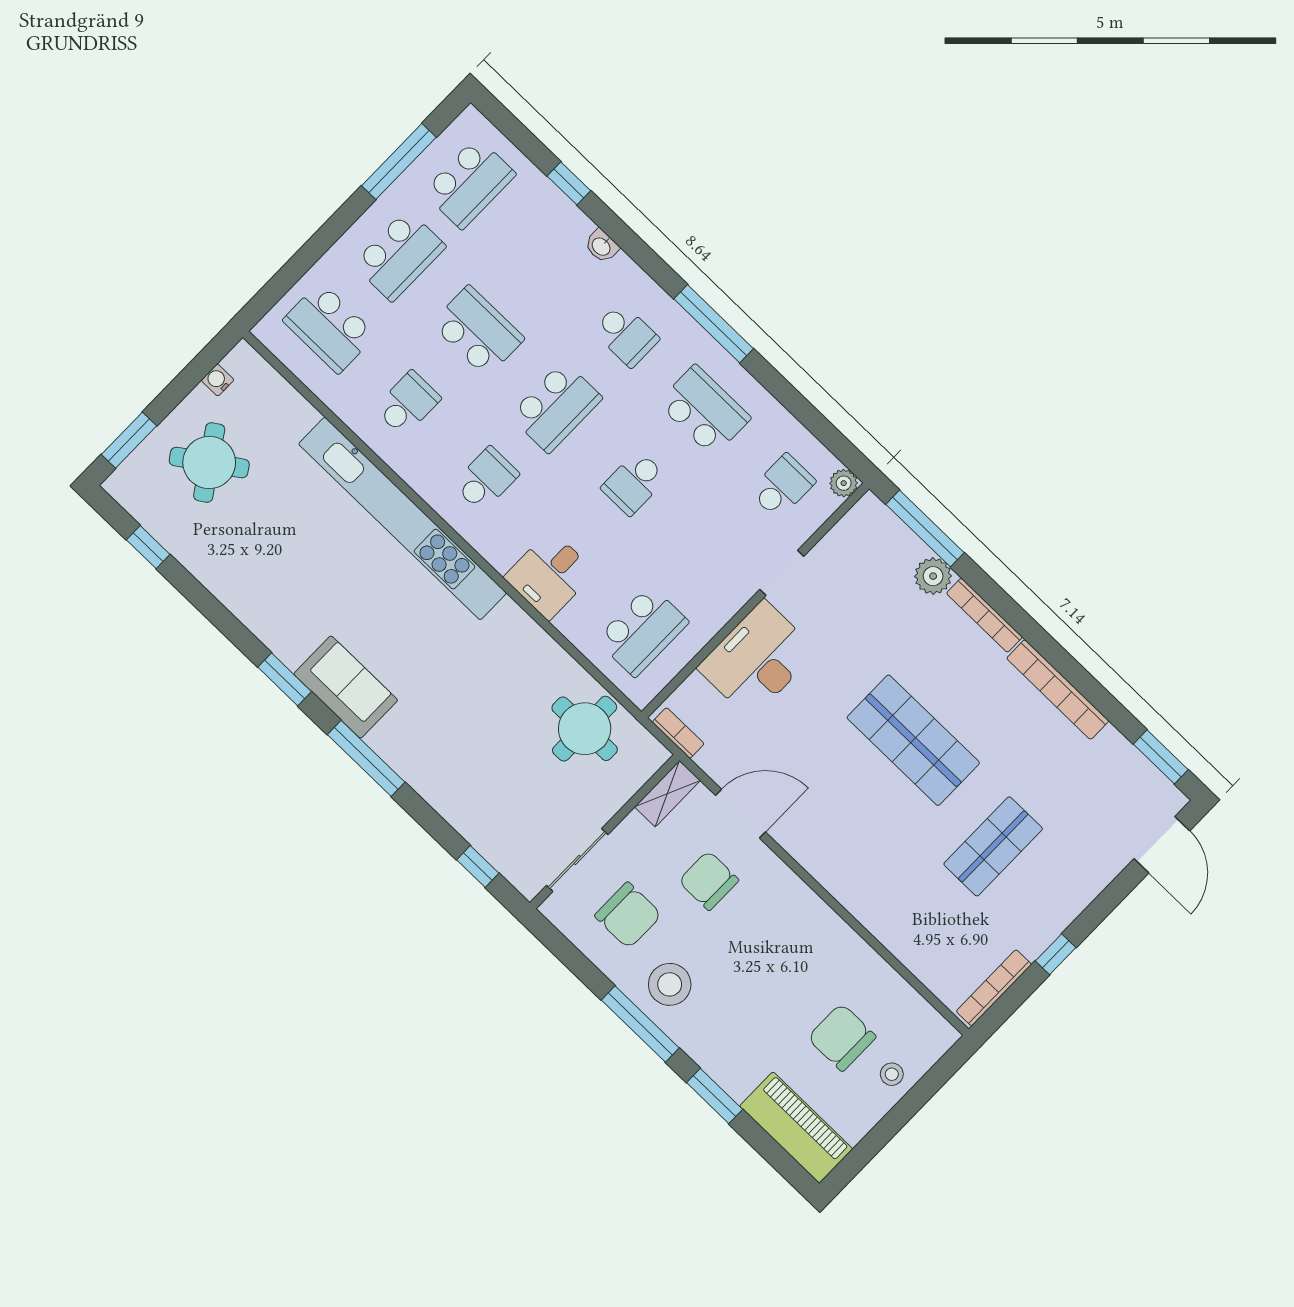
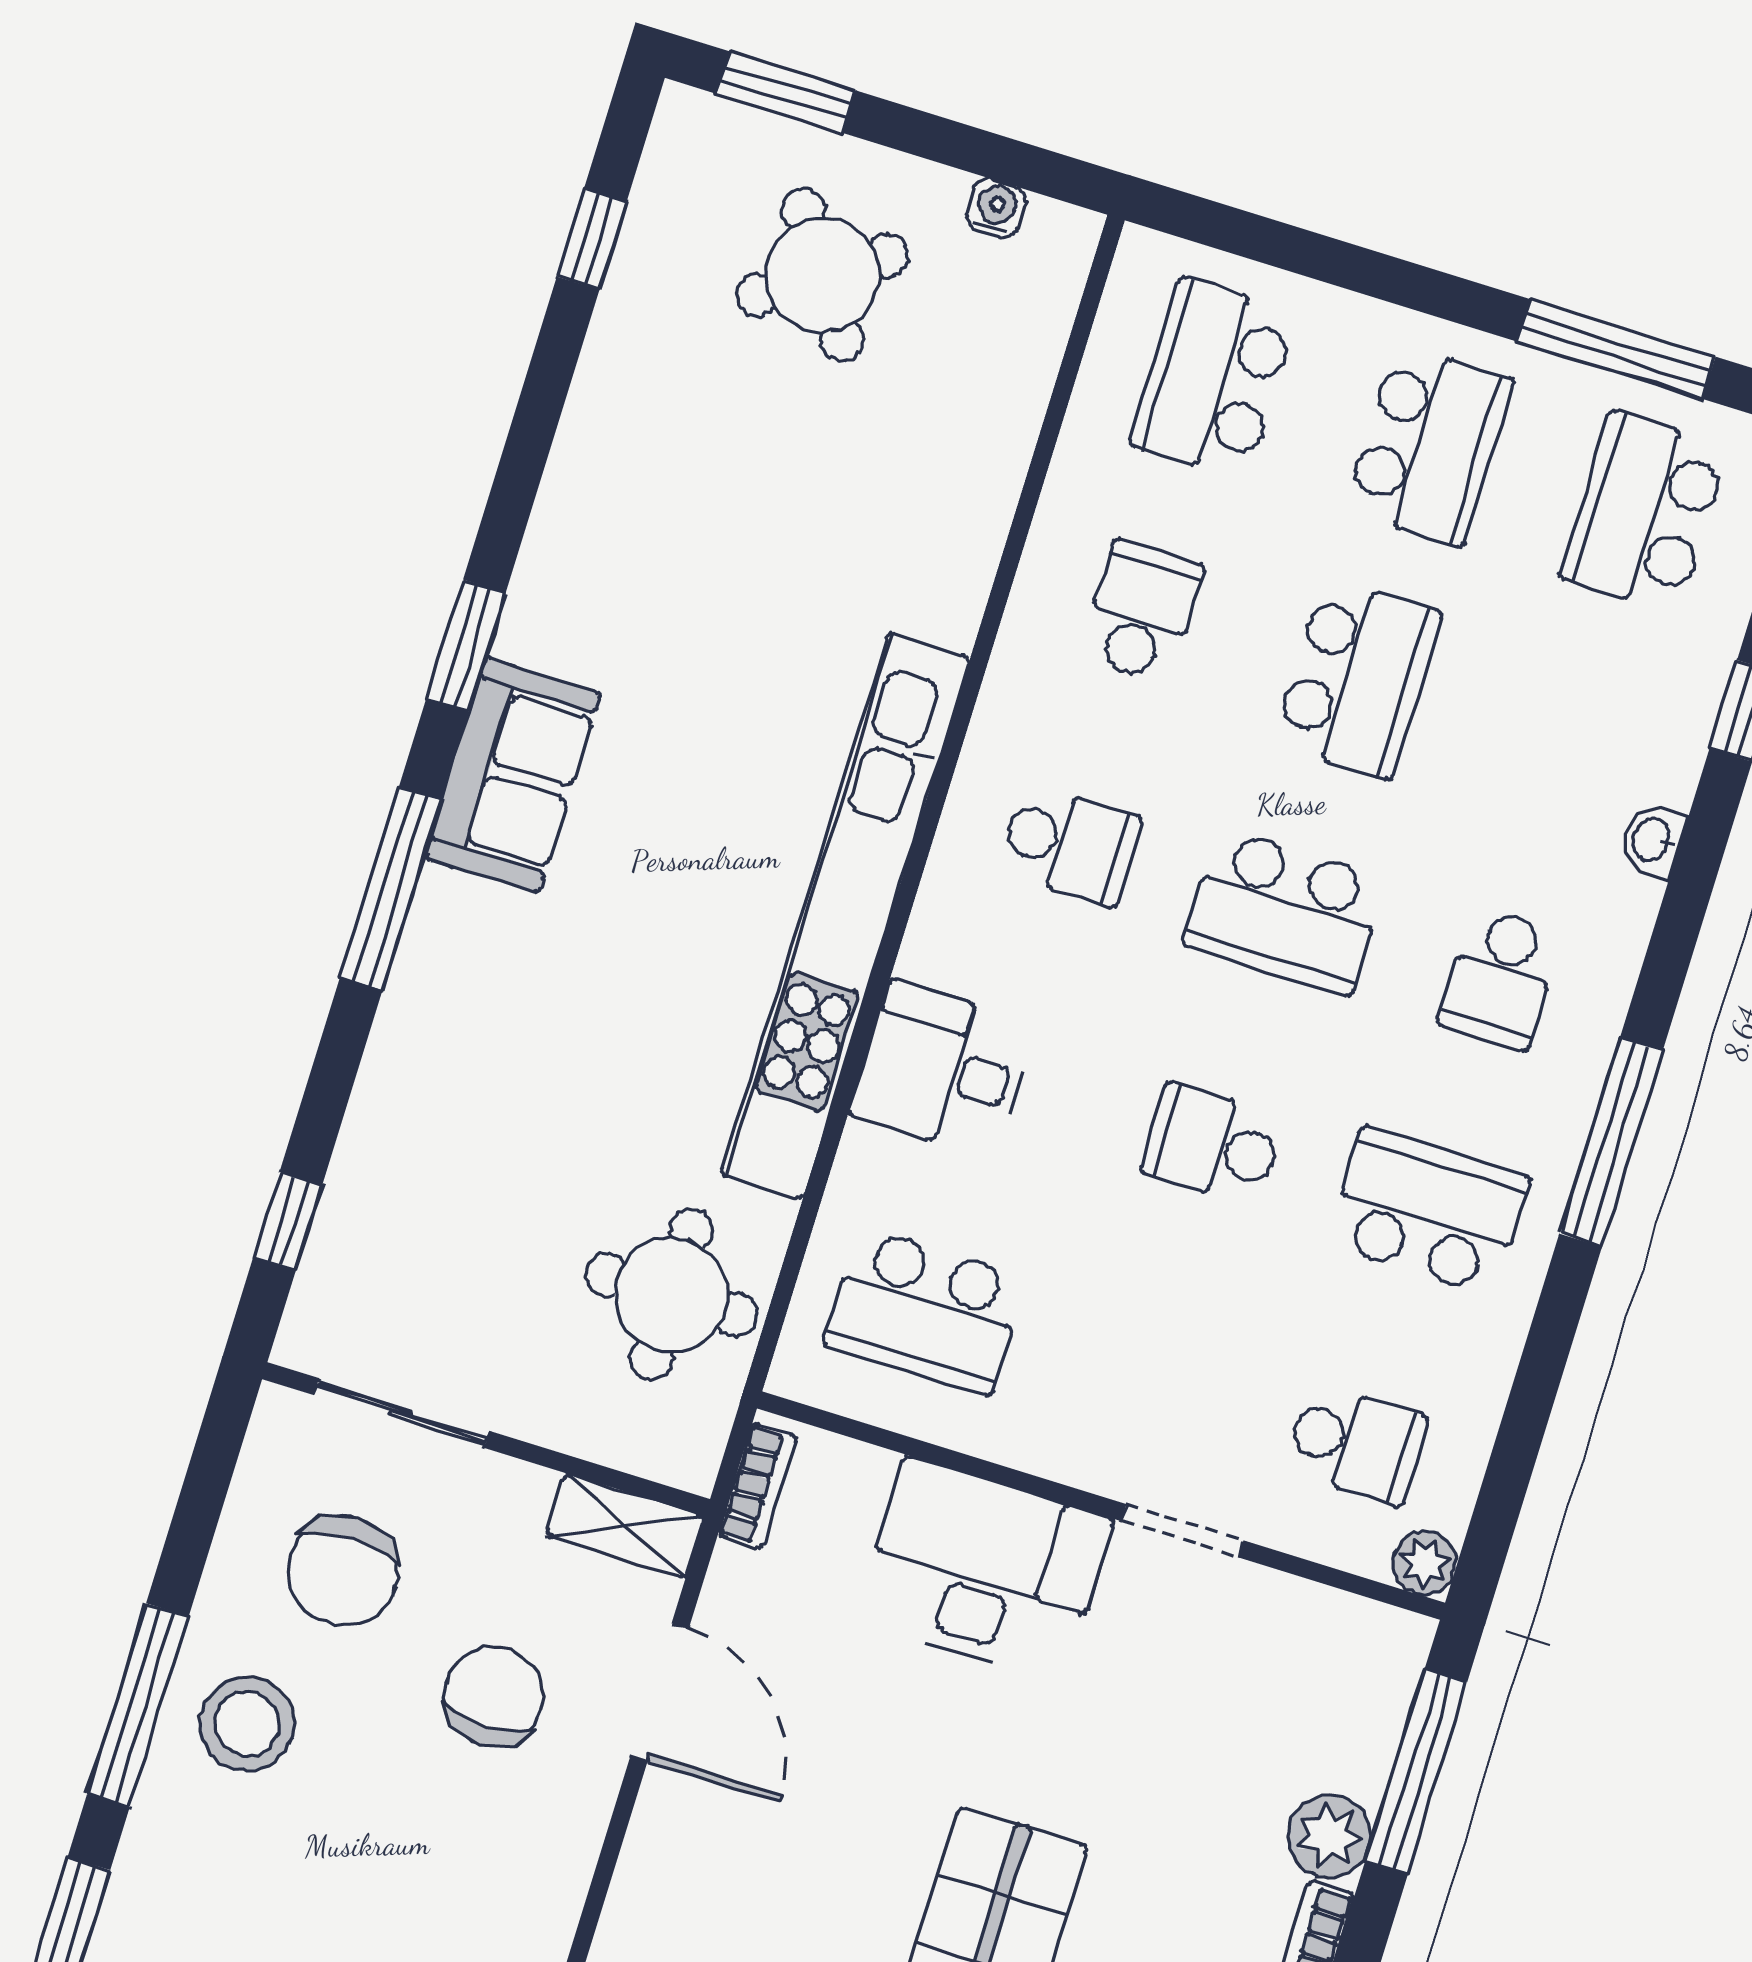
school desk: (469, 183) -> (1644, 512), turned 90
school desk: (399, 255) -> (1429, 445), turned -90
school desk: (408, 403) -> (1142, 612), turned -90
school desk: (704, 411) -> (1428, 1211), turned -90
kitchen unit: (403, 518) -> (845, 916), moved

